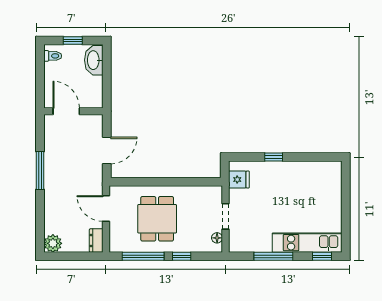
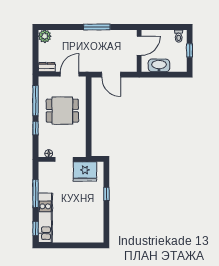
washbasin: (94, 60) -> (159, 65), moved
fridge: (239, 180) -> (85, 171), width x1.88, depth x1.34

